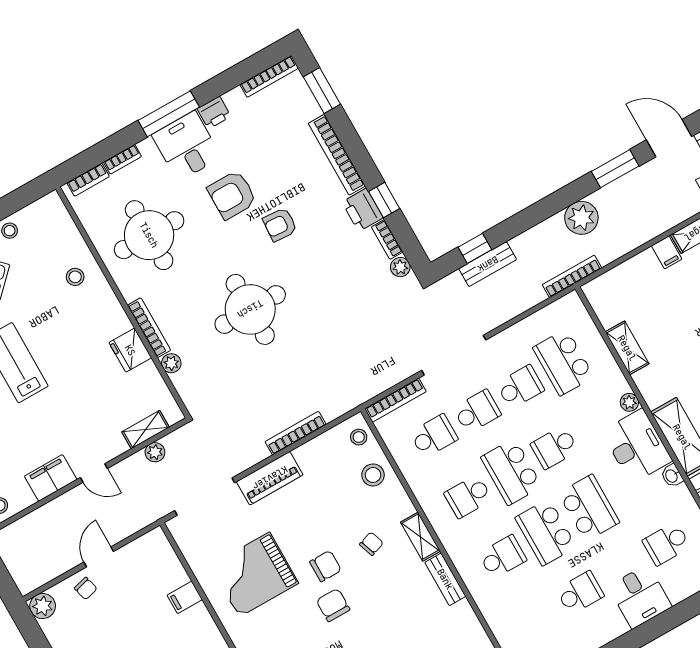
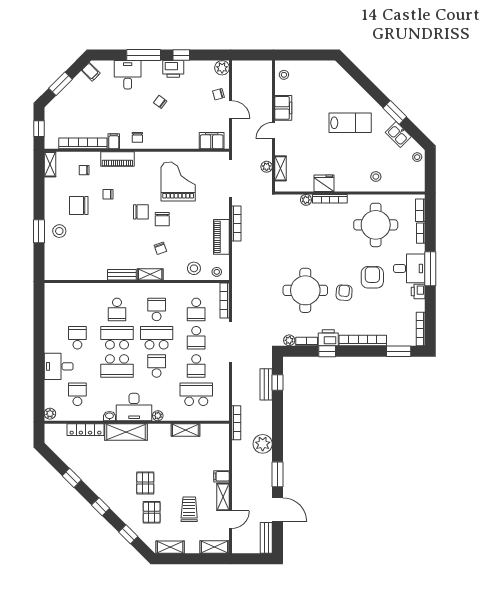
door: (669, 138) -> (277, 510), hinge flipped
round table: (250, 309) -> (305, 290), moved
bookcase: (296, 433) -> (236, 223), moved
piano: (270, 478) -> (221, 237), moved
school desk: (580, 593) -> (77, 338), turned 180
filing cabinet: (185, 597) -> (212, 141), moved, width x2.00

